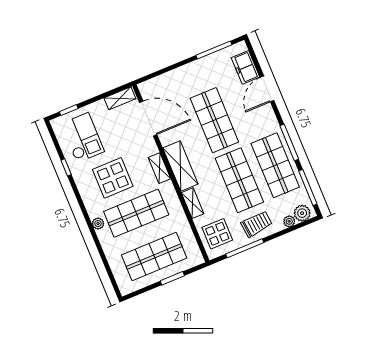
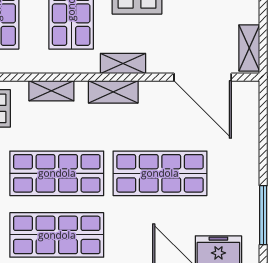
door: (148, 118) -> (203, 77), hinge flipped
shelving: (180, 166) -> (113, 92), width x0.67, depth x0.75

